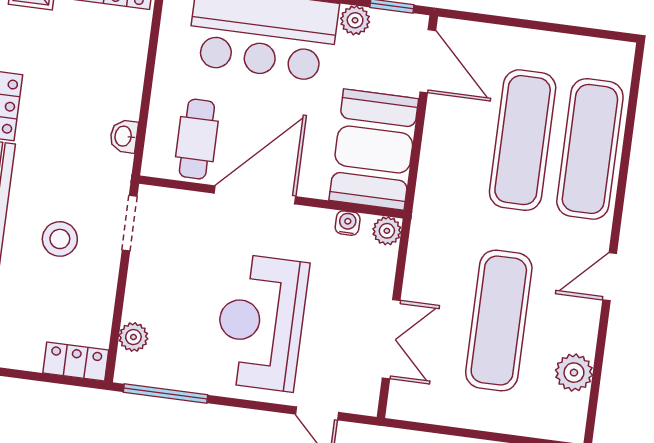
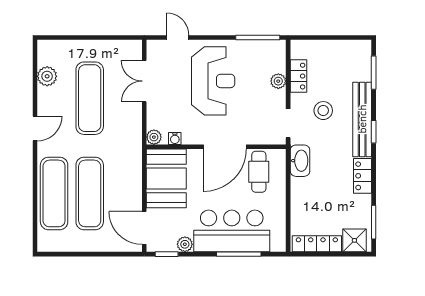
washbasin: (124, 136) -> (300, 161), width x1.91, depth x1.45
plant: (133, 337) -> (278, 81), moved
locker: (76, 362) -> (299, 76), moved, turned -90

